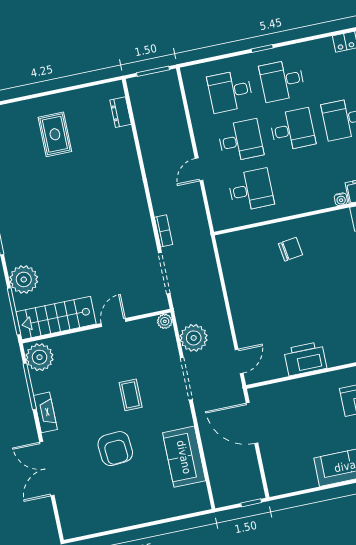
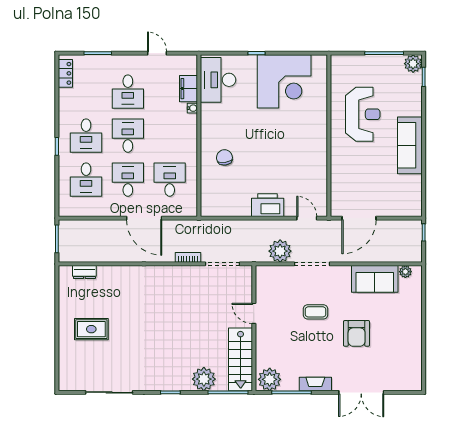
door: (199, 169) -> (144, 218), width x1.87
plant: (165, 321) -> (405, 272), moved
printer: (305, 359) -> (268, 205), moved, turned 90
armchair: (115, 449) -> (357, 333), turned 94

